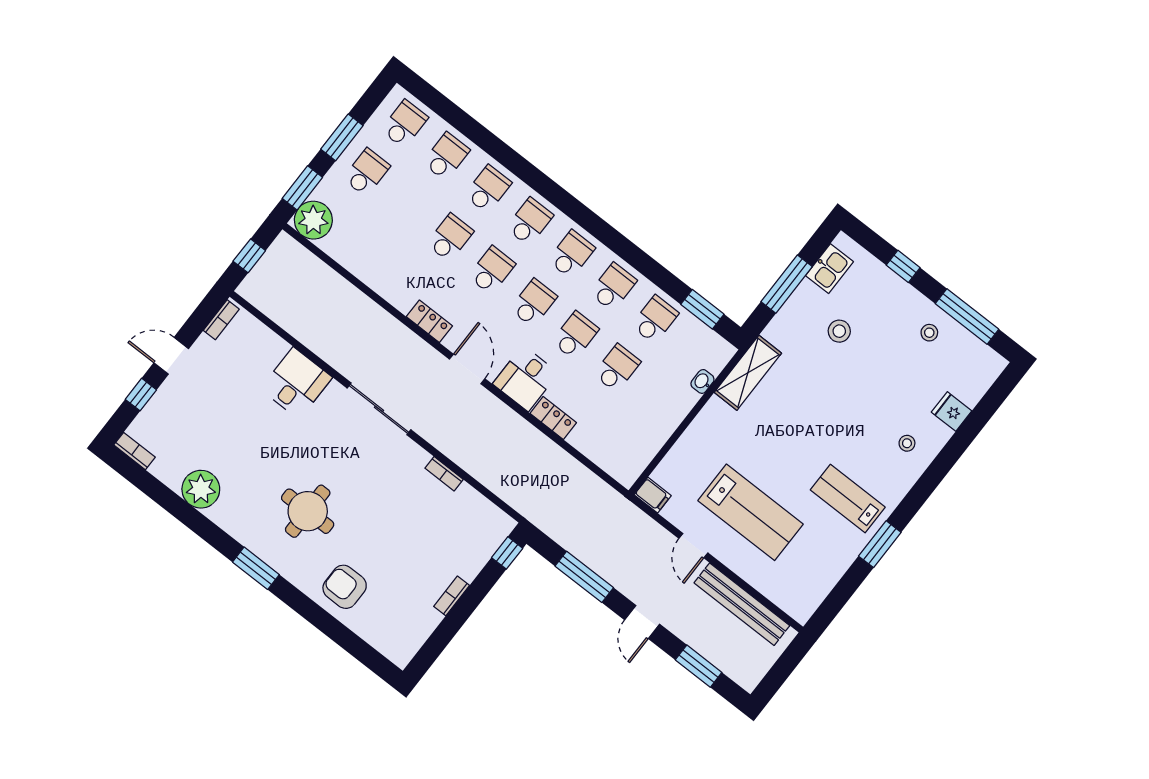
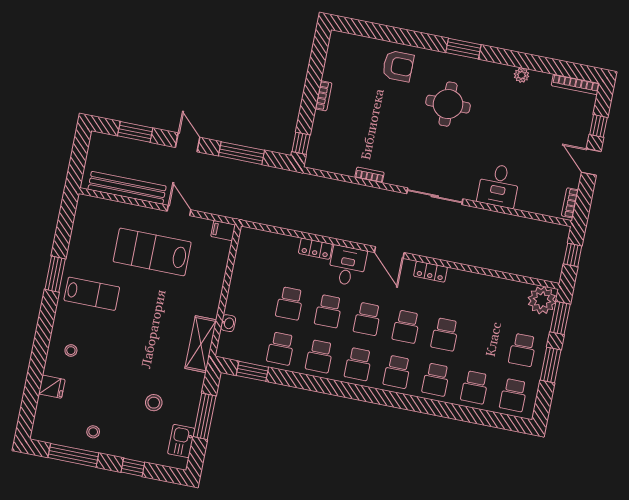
door: (171, 356) -> (591, 162), swing flipped
bookcase: (135, 451) -> (575, 84), width x1.56
plant: (201, 489) -> (522, 75), width x0.53, depth x0.53

